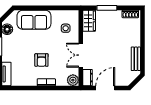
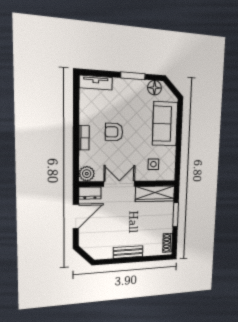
wardrobe: (89, 21) -> (155, 194), width x1.50
bench: (136, 59) -> (128, 252), moved
door: (105, 88) -> (76, 216), hinge flipped

